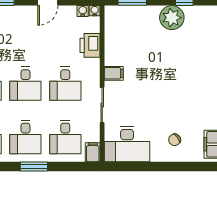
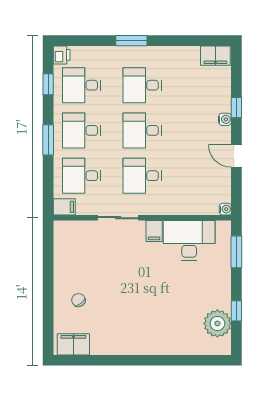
water cooler: (83, 11) -> (225, 119), moved
plant: (172, 18) -> (217, 323), moved
printer: (90, 45) -> (186, 204), removed
desk: (127, 144) -> (189, 240), moved, turned 90

